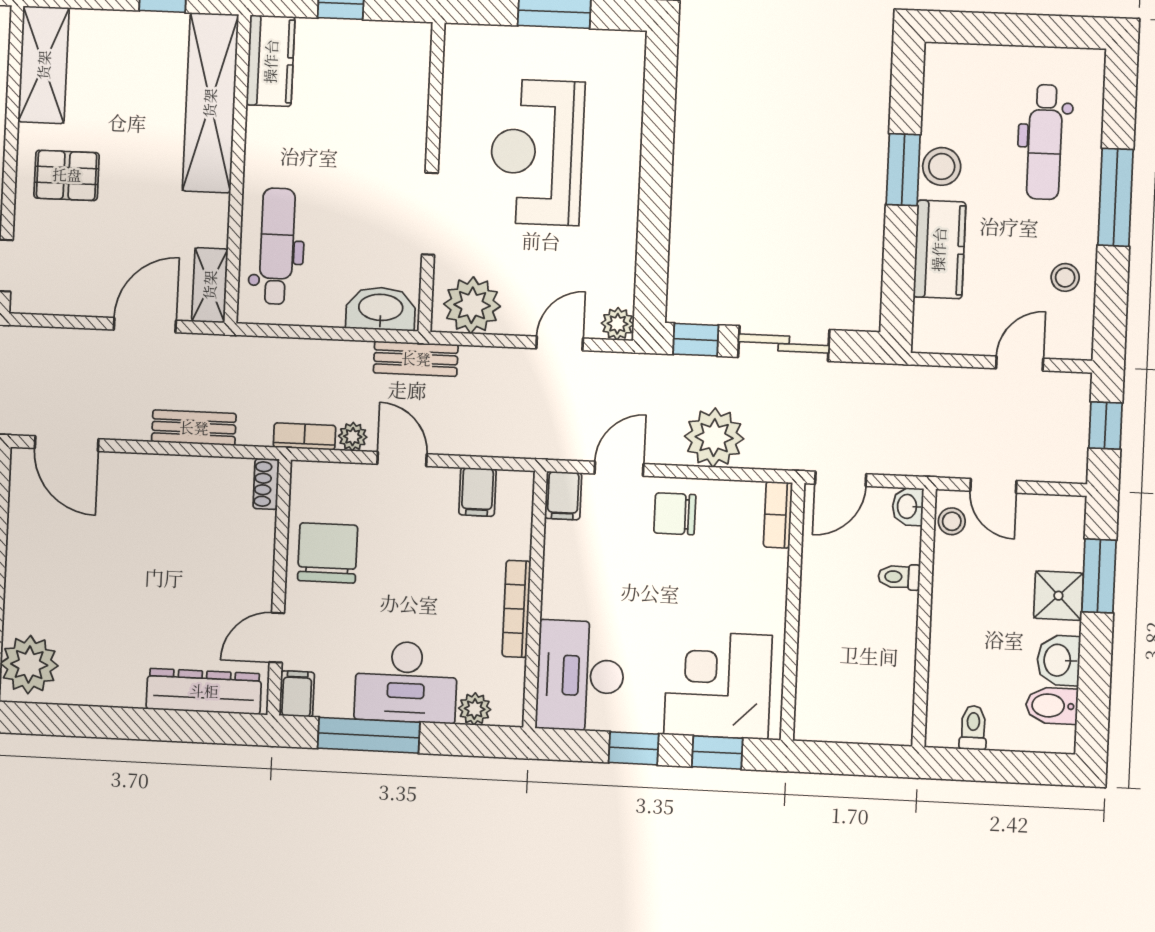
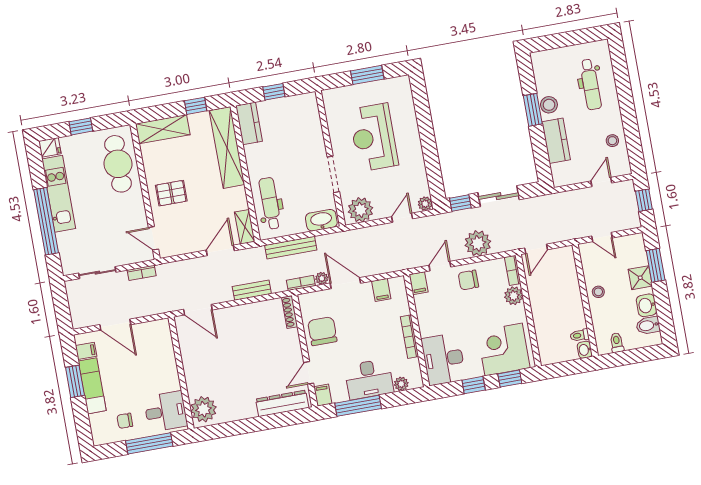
shelving: (44, 65) -> (163, 129), moved, turned 90
window: (1116, 197) -> (626, 101), removed
bench: (416, 359) -> (291, 248), moved, width x1.36
door: (402, 459) -> (345, 283), width x1.38
shoe rack: (266, 484) -> (290, 312), width x1.43
washbasin: (908, 507) -> (585, 350), moved
stool: (952, 521) -> (598, 292), moved
plant: (767, 571) -> (514, 296), added
toilet: (899, 577) -> (580, 335), moved

